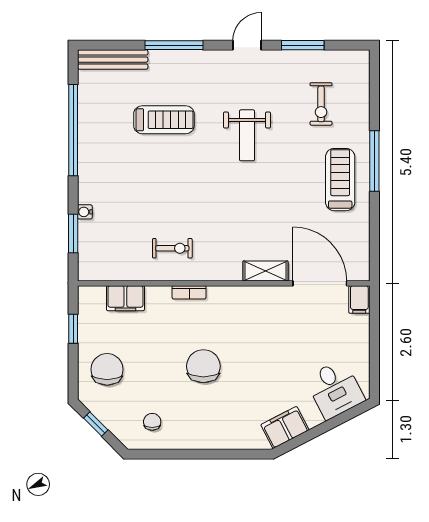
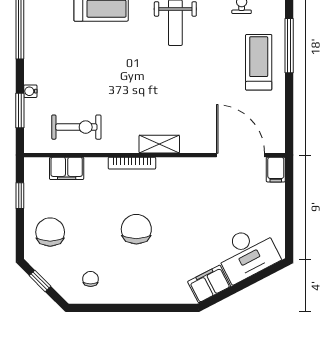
exercise bike: (172, 248) -> (76, 127), moved, width x1.38, depth x1.39
shelving: (265, 271) -> (159, 144), moved
bookcase: (189, 292) -> (132, 163), width x1.56
desk: (335, 389) -> (247, 253), width x1.37

